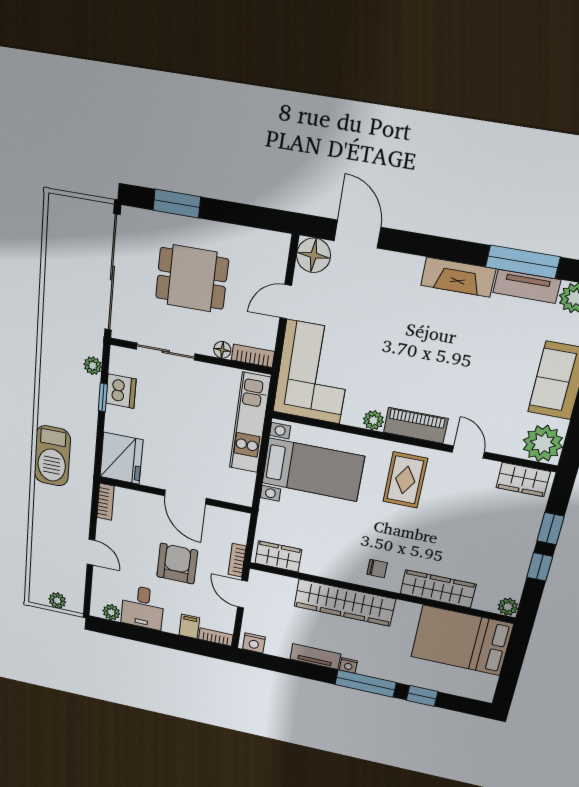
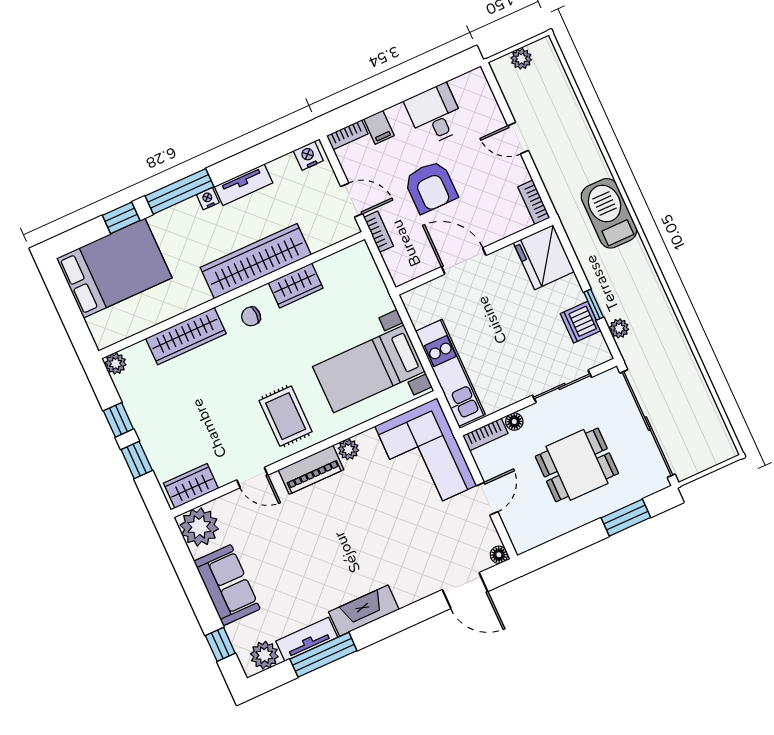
floor lamp: (314, 255) -> (499, 555), width x0.53, depth x0.53
wardrobe: (278, 556) -> (296, 285), moved
plant: (111, 612) -> (462, 86), removed
bed: (462, 640) -> (114, 268), moved

